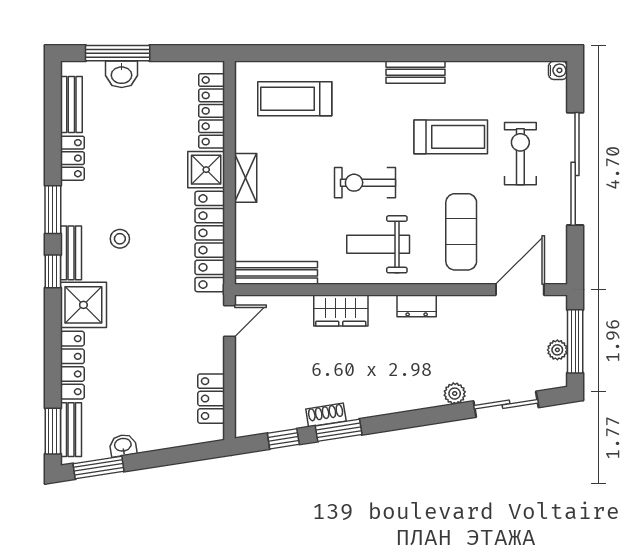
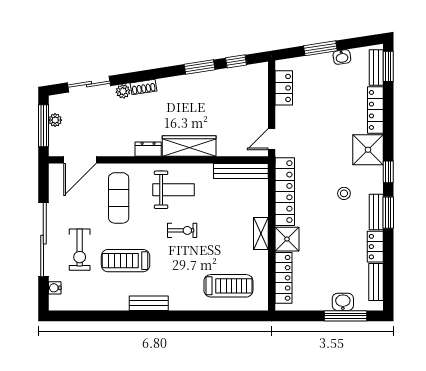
water cooler: (558, 70) -> (55, 288), moved
exercise bike: (365, 183) -> (182, 230), width x0.73, depth x0.72
bench: (71, 253) -> (376, 212), moved
wardrobe: (341, 311) -> (189, 146), width x1.50
shoe rack: (326, 415) -> (144, 87), moved
window: (98, 467) -> (320, 48), moved

